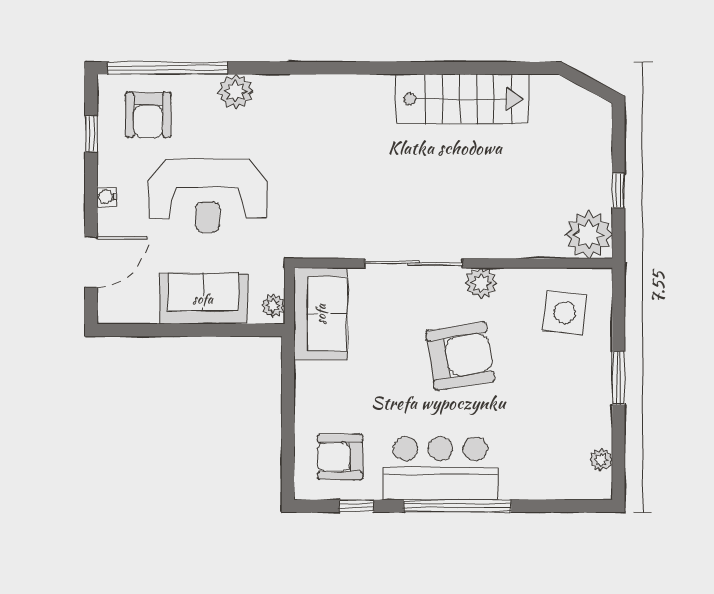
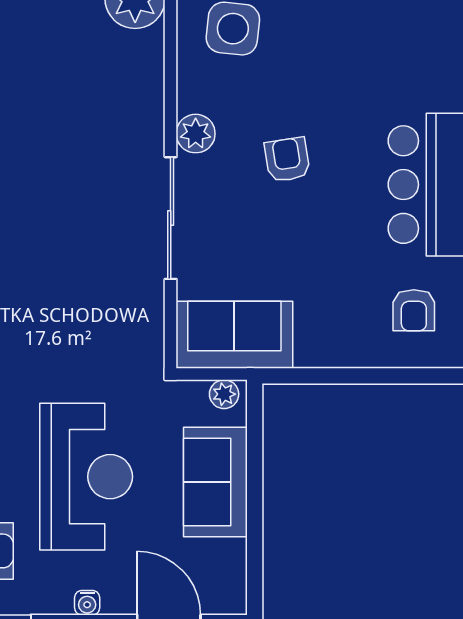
armchair: (460, 356) -> (287, 160), width x0.53, depth x0.53
armchair: (340, 457) -> (414, 310), width x0.72, depth x0.72

